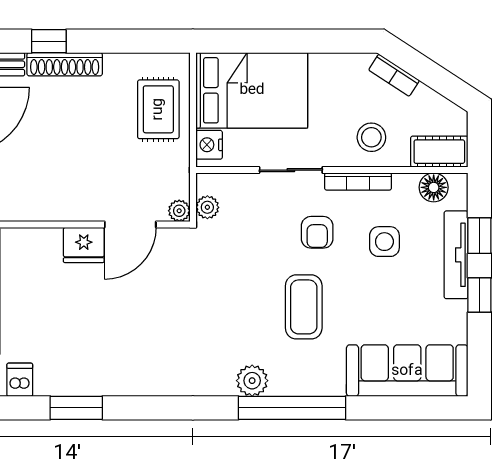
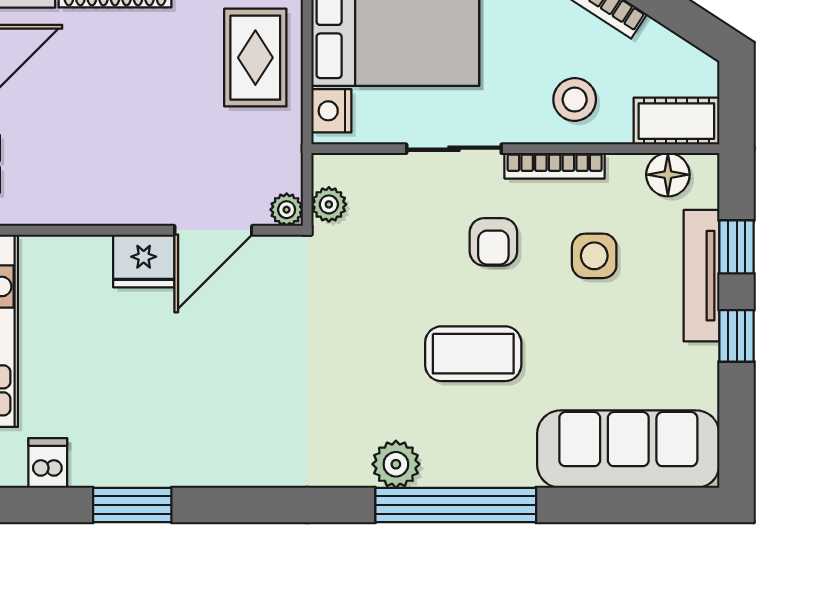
coffee table: (304, 307) -> (473, 354), turned 90

